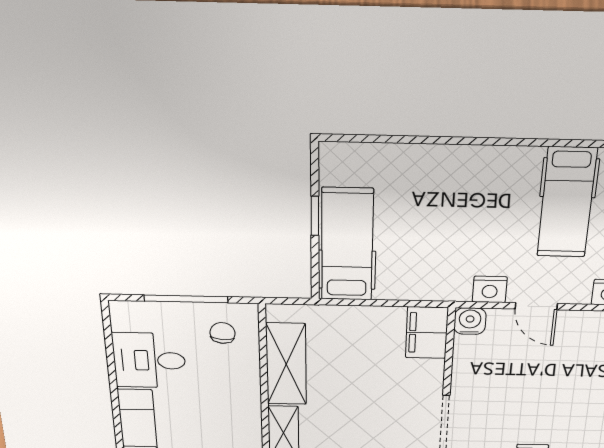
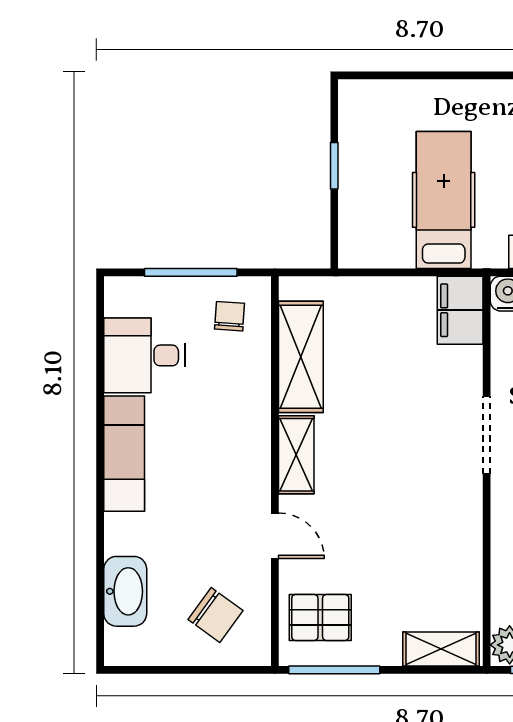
hospital bed: (347, 245) -> (444, 200), moved

